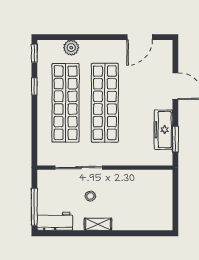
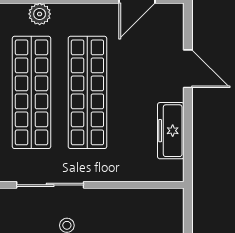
window: (175, 139) -> (188, 144), removed

